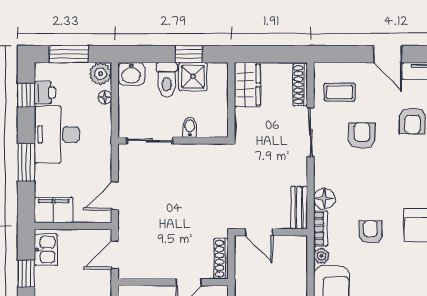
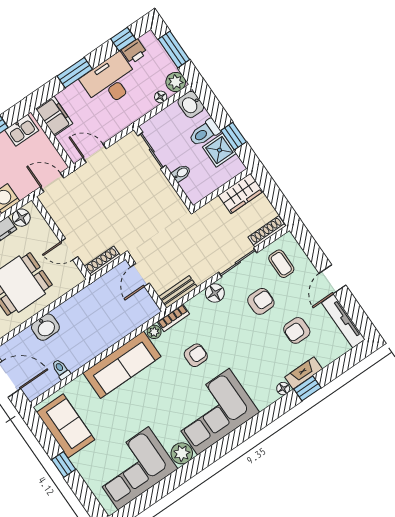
floor lamp: (324, 199) -> (215, 293), moved

